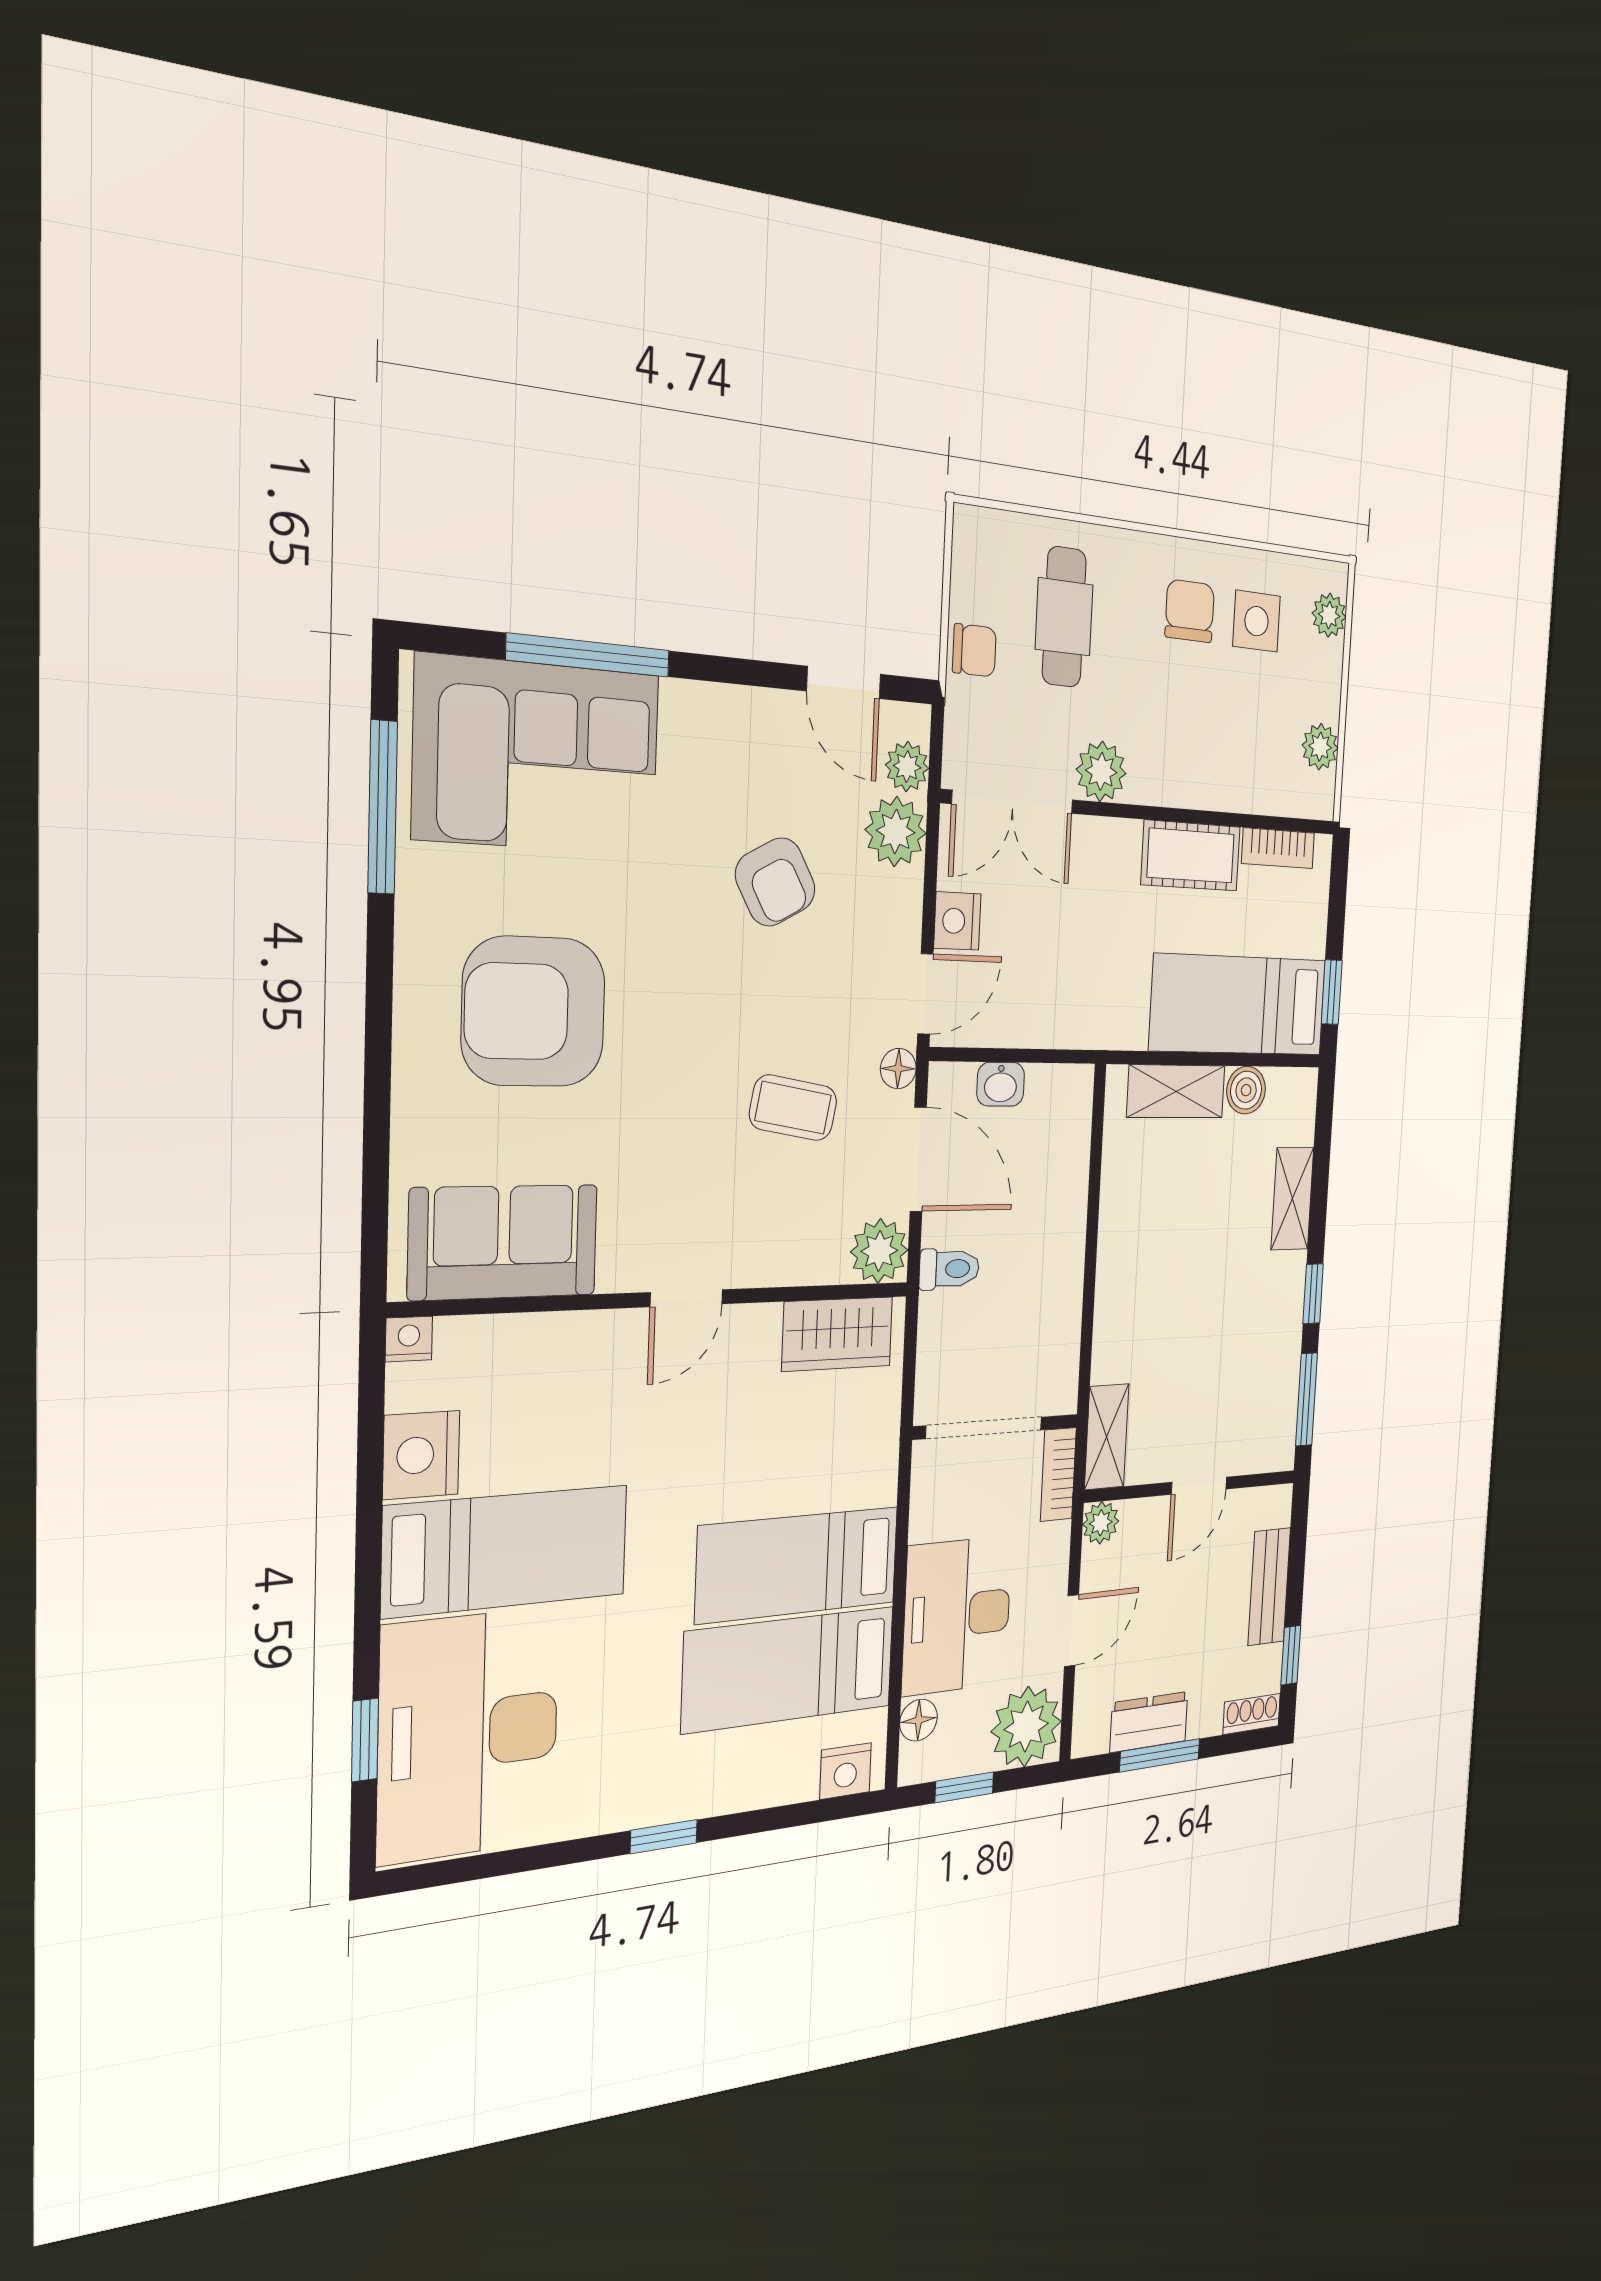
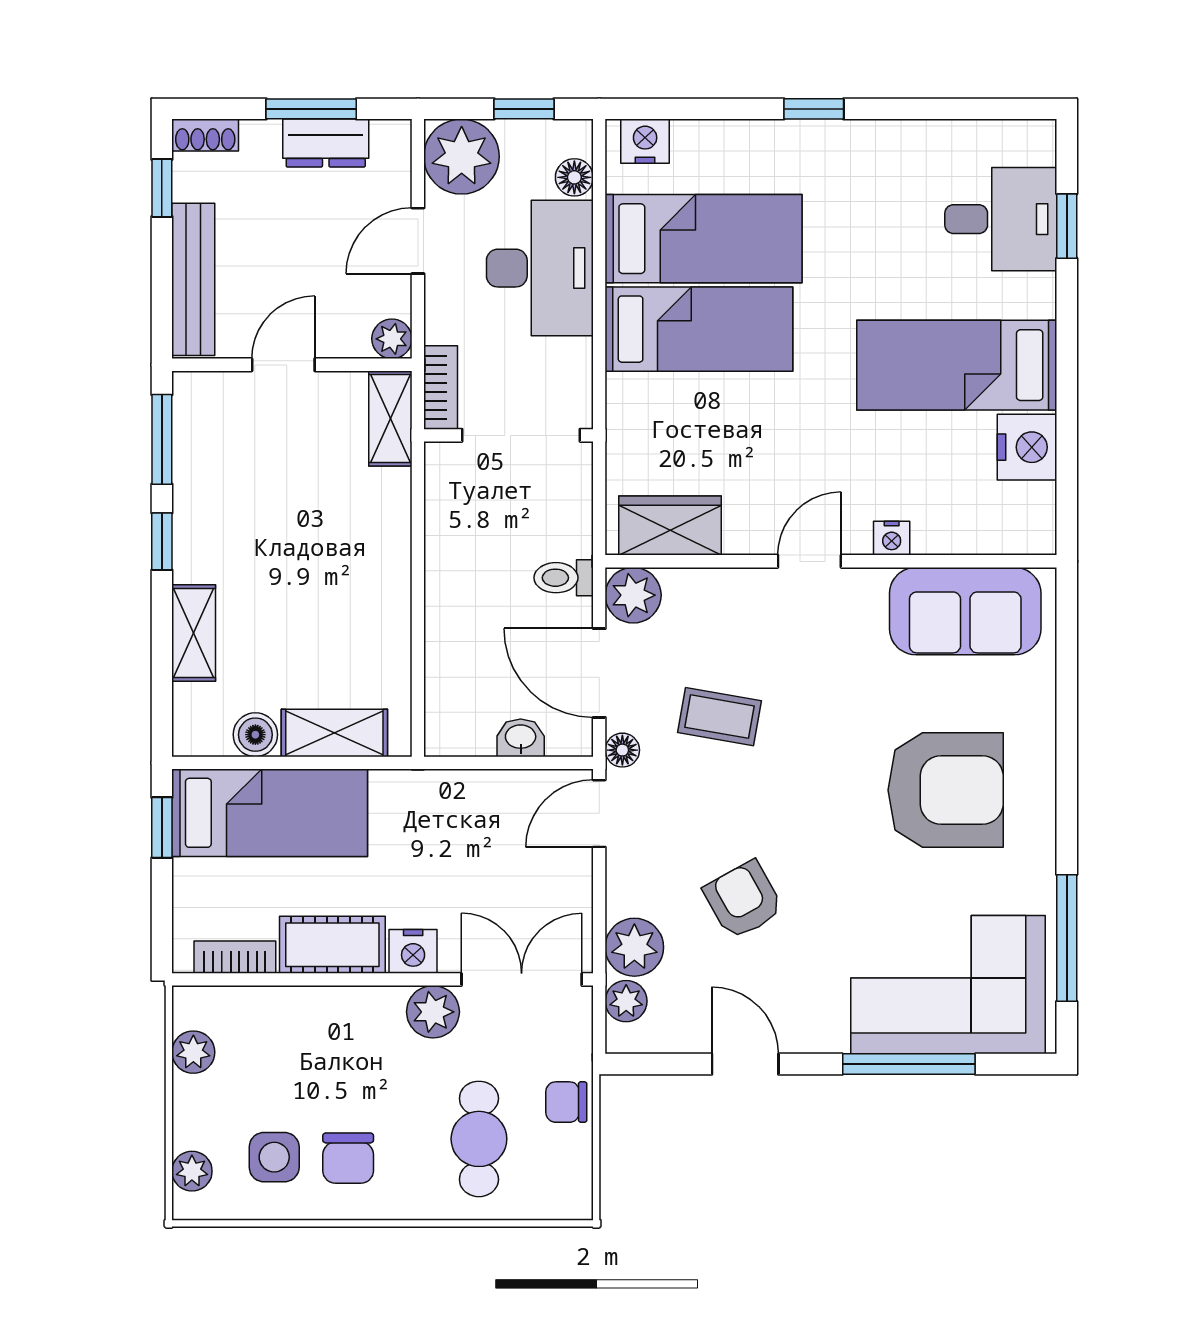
door: (844, 683) -> (745, 1064), moved
nightstand: (957, 921) -> (413, 951), moved, turned 90
nightstand: (409, 1339) -> (892, 538), moved
bench: (1269, 1587) -> (193, 279), width x1.36
desk: (469, 1735) -> (1001, 219), width x0.53, depth x0.77

